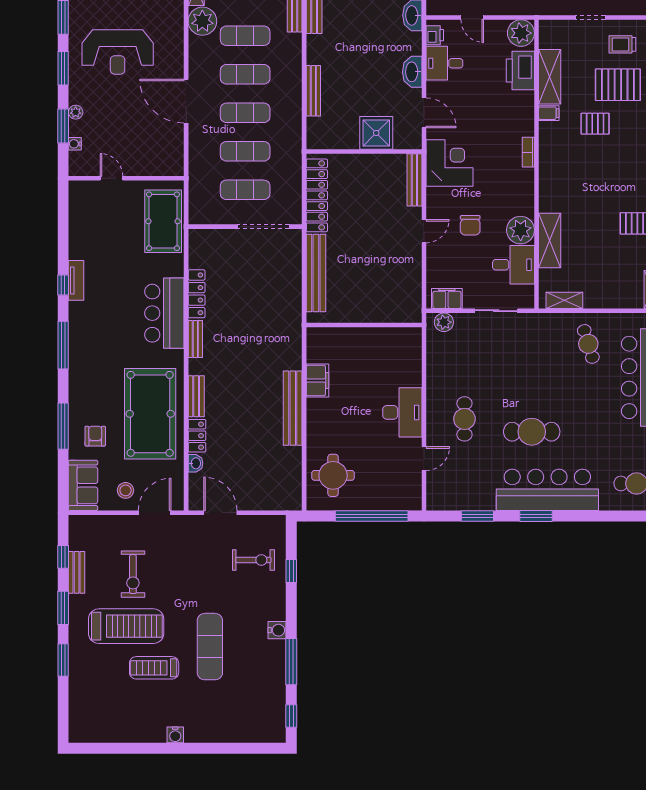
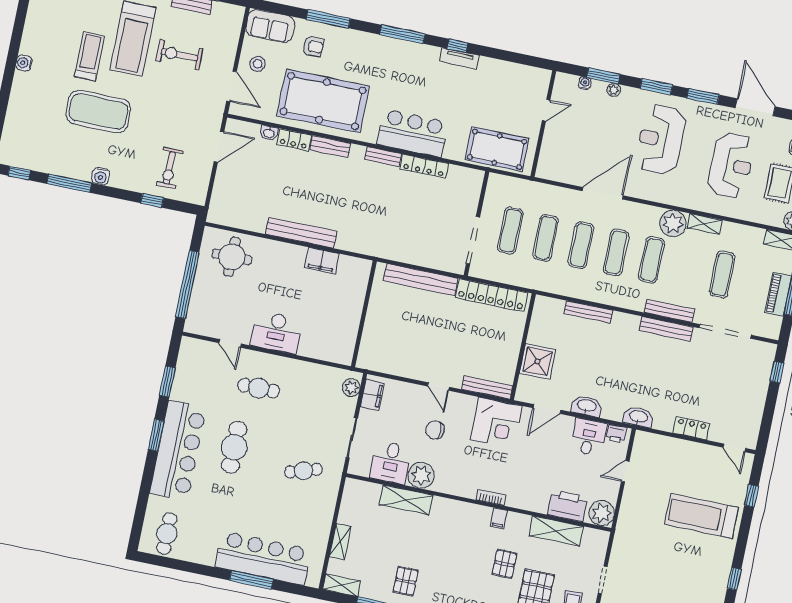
filing cabinet: (549, 113) -> (499, 518), moved
shelving: (564, 300) -> (340, 542), moved
cafe table: (588, 344) -> (303, 471), moved
exercise mat: (210, 647) -> (98, 112), width x1.47

